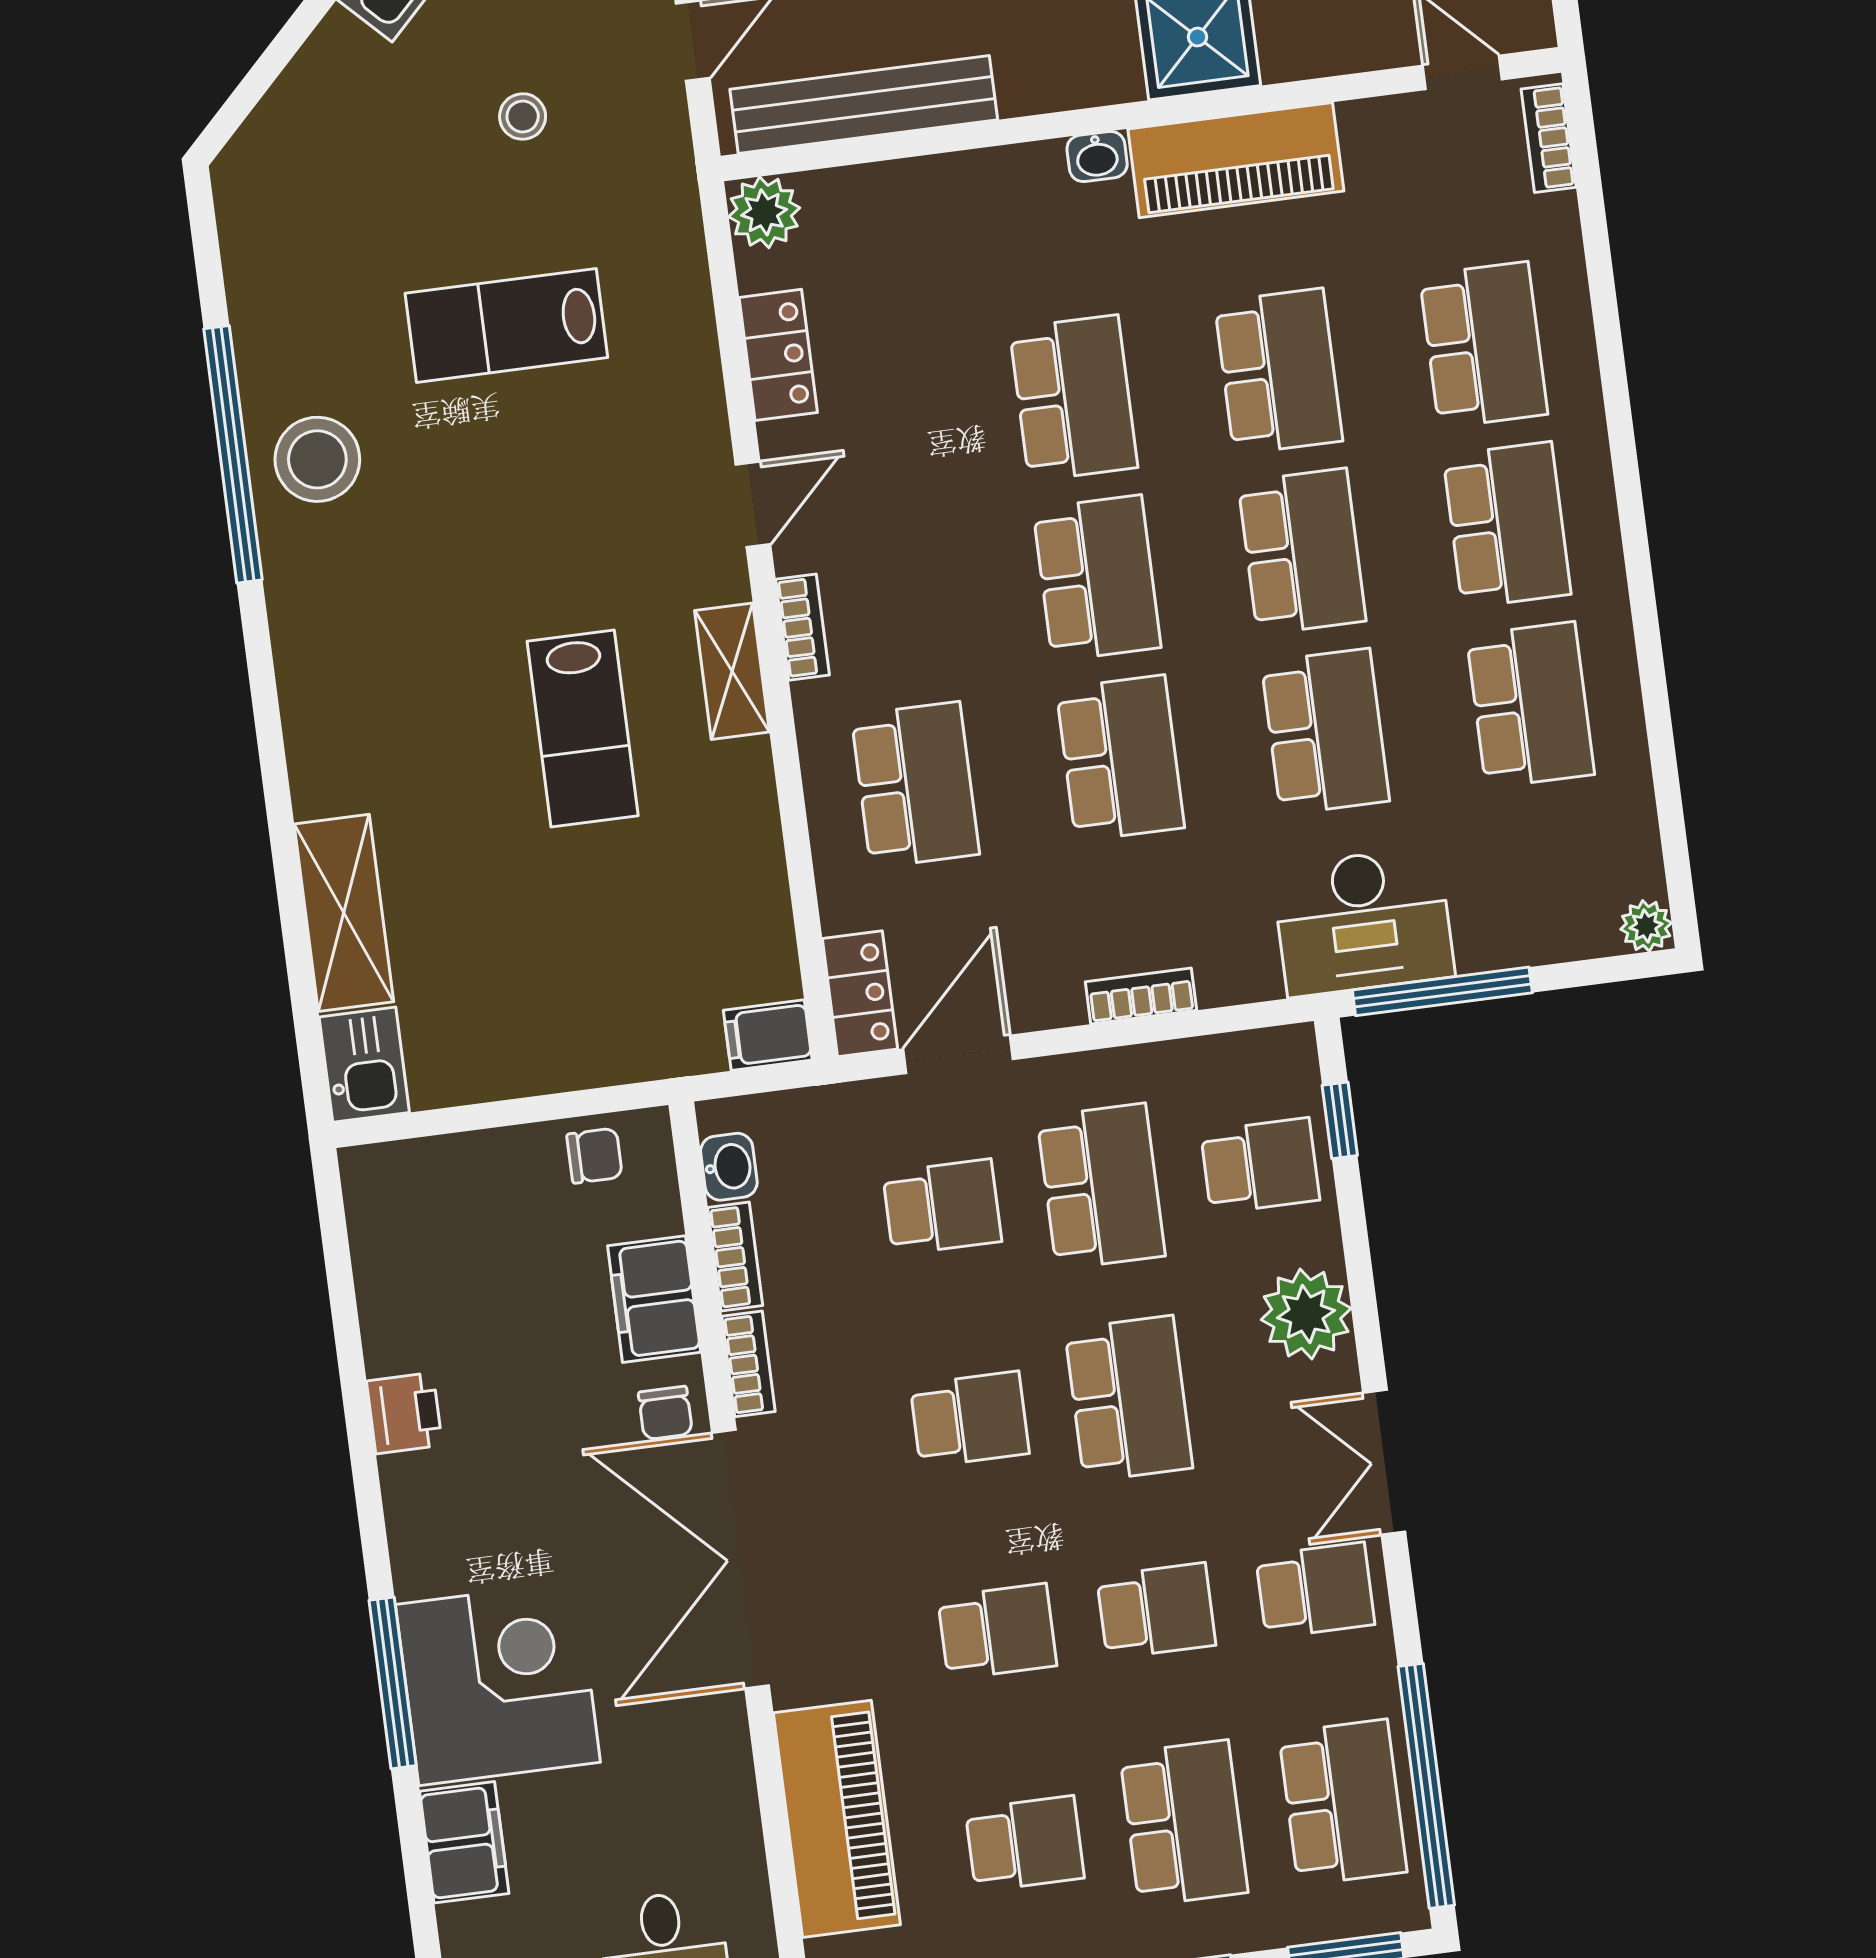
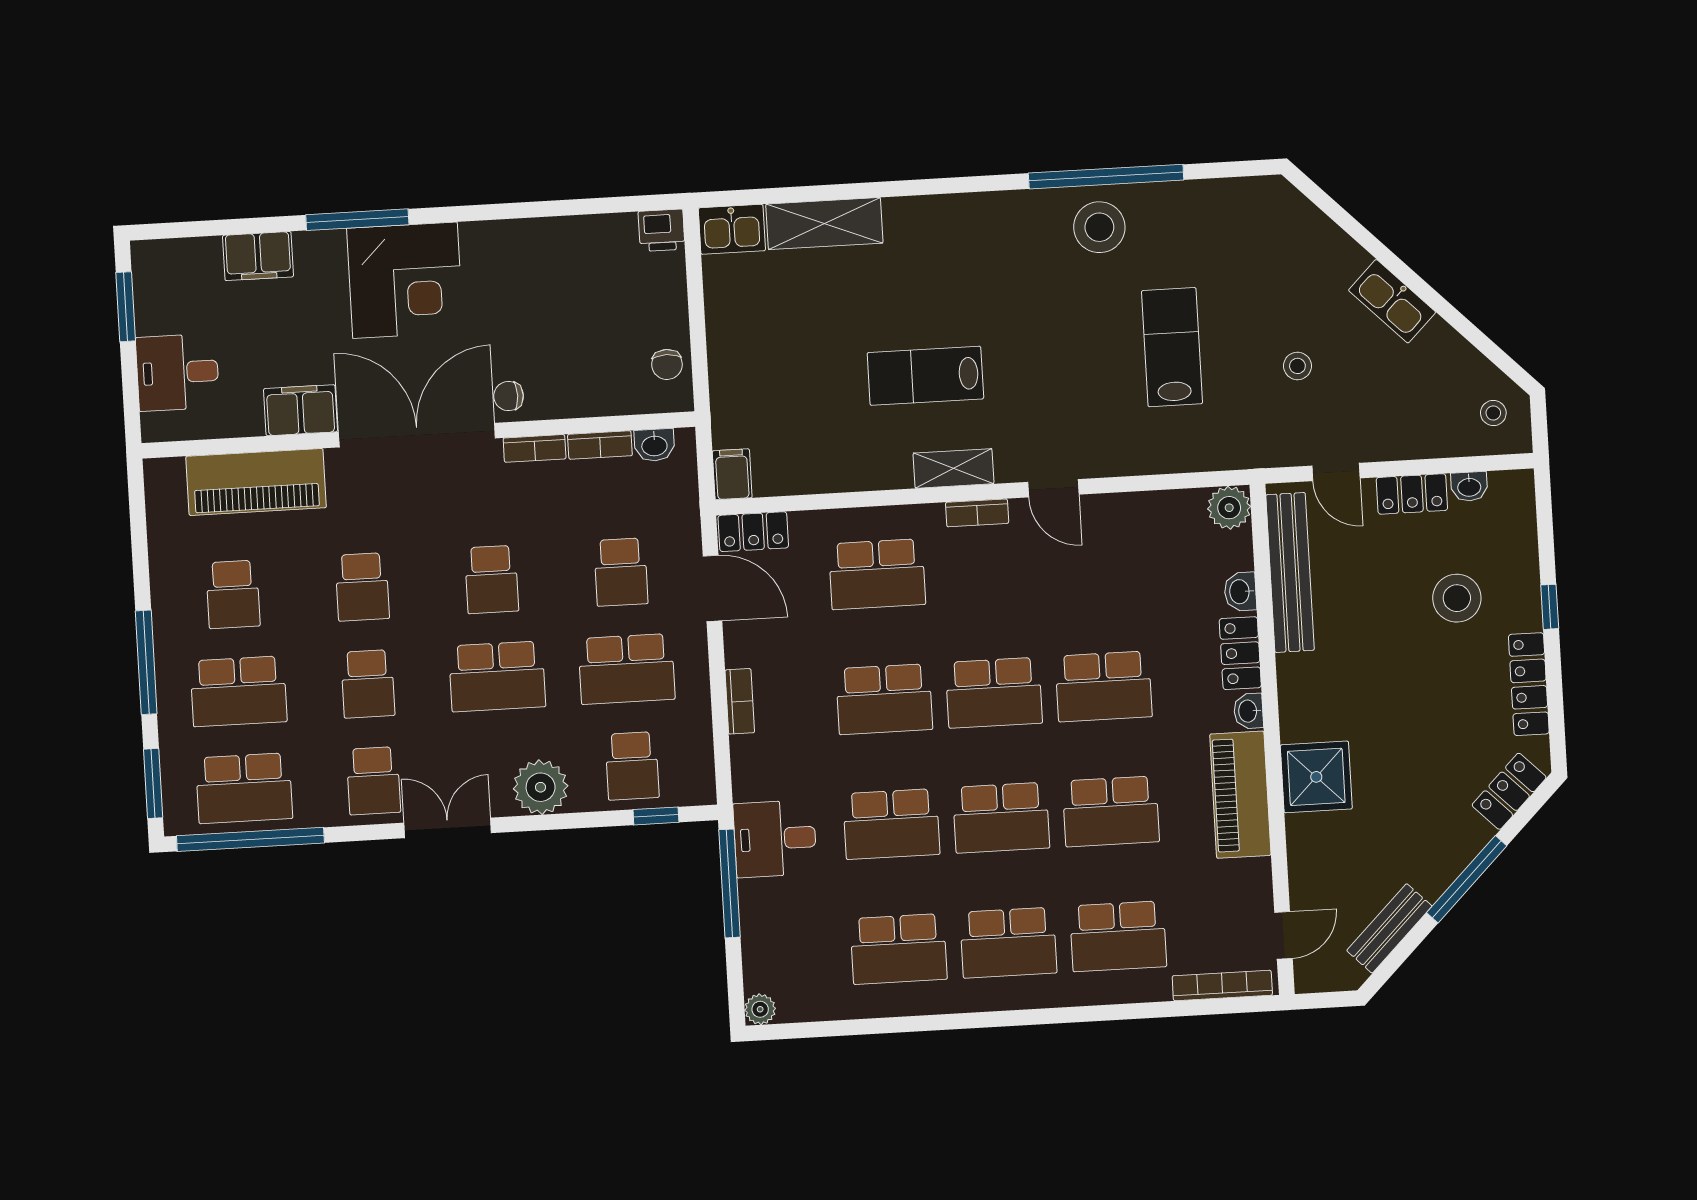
bookcase: (1549, 138) -> (1222, 986), width x1.56
washbasin: (901, 184) -> (1240, 592), added
locker: (778, 355) -> (1240, 653), moved, turned 90
desk: (1363, 922) -> (775, 839), width x0.73
filing cabinet: (654, 1299) -> (300, 410), moved
printer: (404, 1413) -> (662, 230), moved
corner desk: (498, 1683) -> (405, 280), moved

